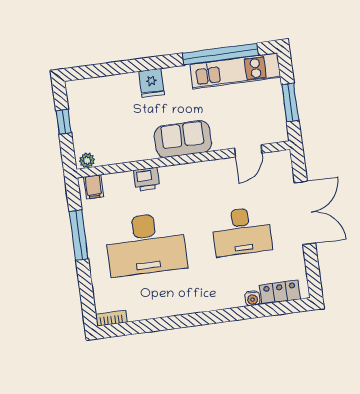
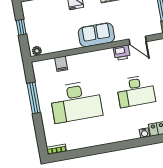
door: (248, 151) -> (138, 40), hinge flipped
printer: (147, 179) -> (122, 53), moved
filing cabinet: (94, 187) -> (61, 64), moved

